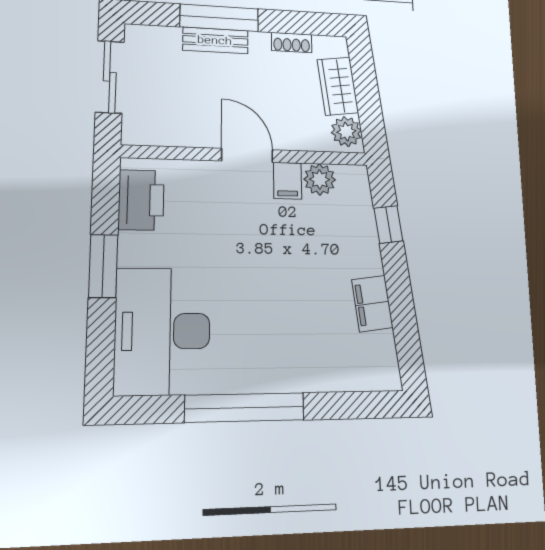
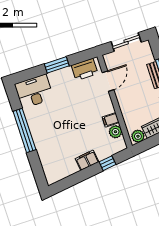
door: (247, 155) -> (108, 81), moved
filing cabinet: (372, 304) -> (87, 160), moved
desk: (162, 331) -> (34, 91), width x0.73, depth x0.77

